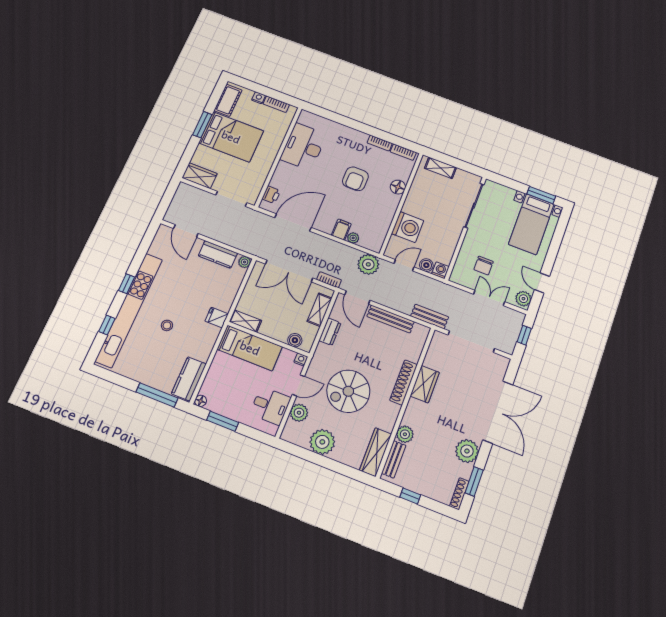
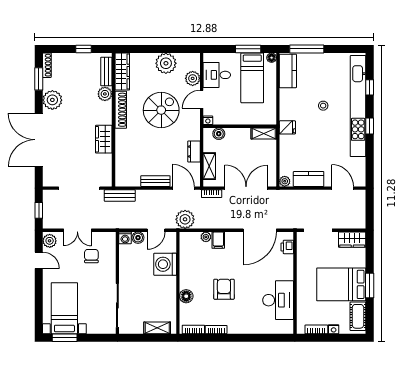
bench: (391, 319) -> (155, 181), width x0.73
bed: (250, 348) -> (252, 78), moved, turned -90
shoe rack: (404, 382) -> (121, 110), moved

